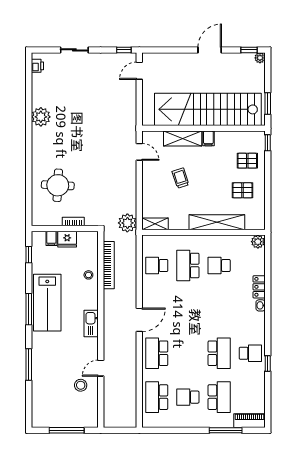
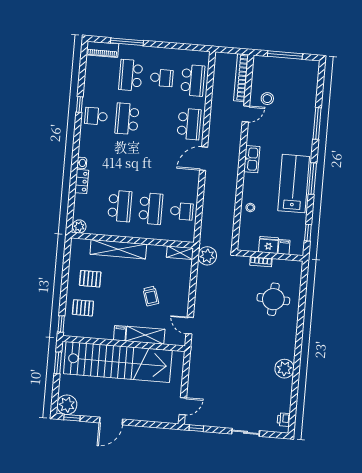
plant: (260, 58) -> (67, 405), width x1.87, depth x1.87
bookcase: (109, 265) -> (241, 78), moved
school desk: (219, 265) -> (120, 206), width x1.85

